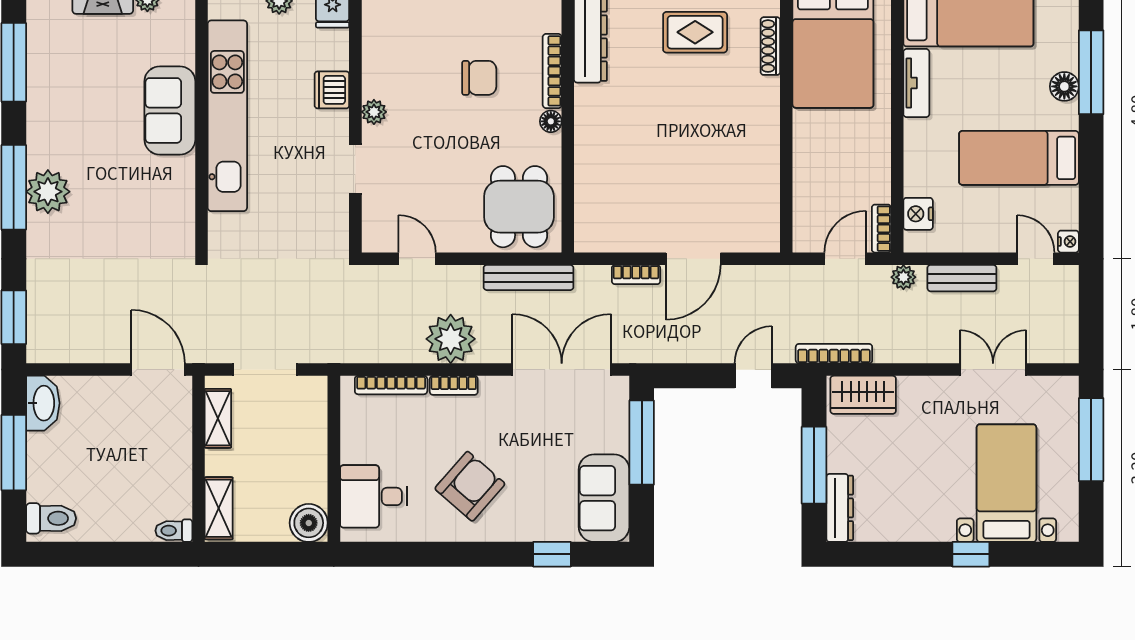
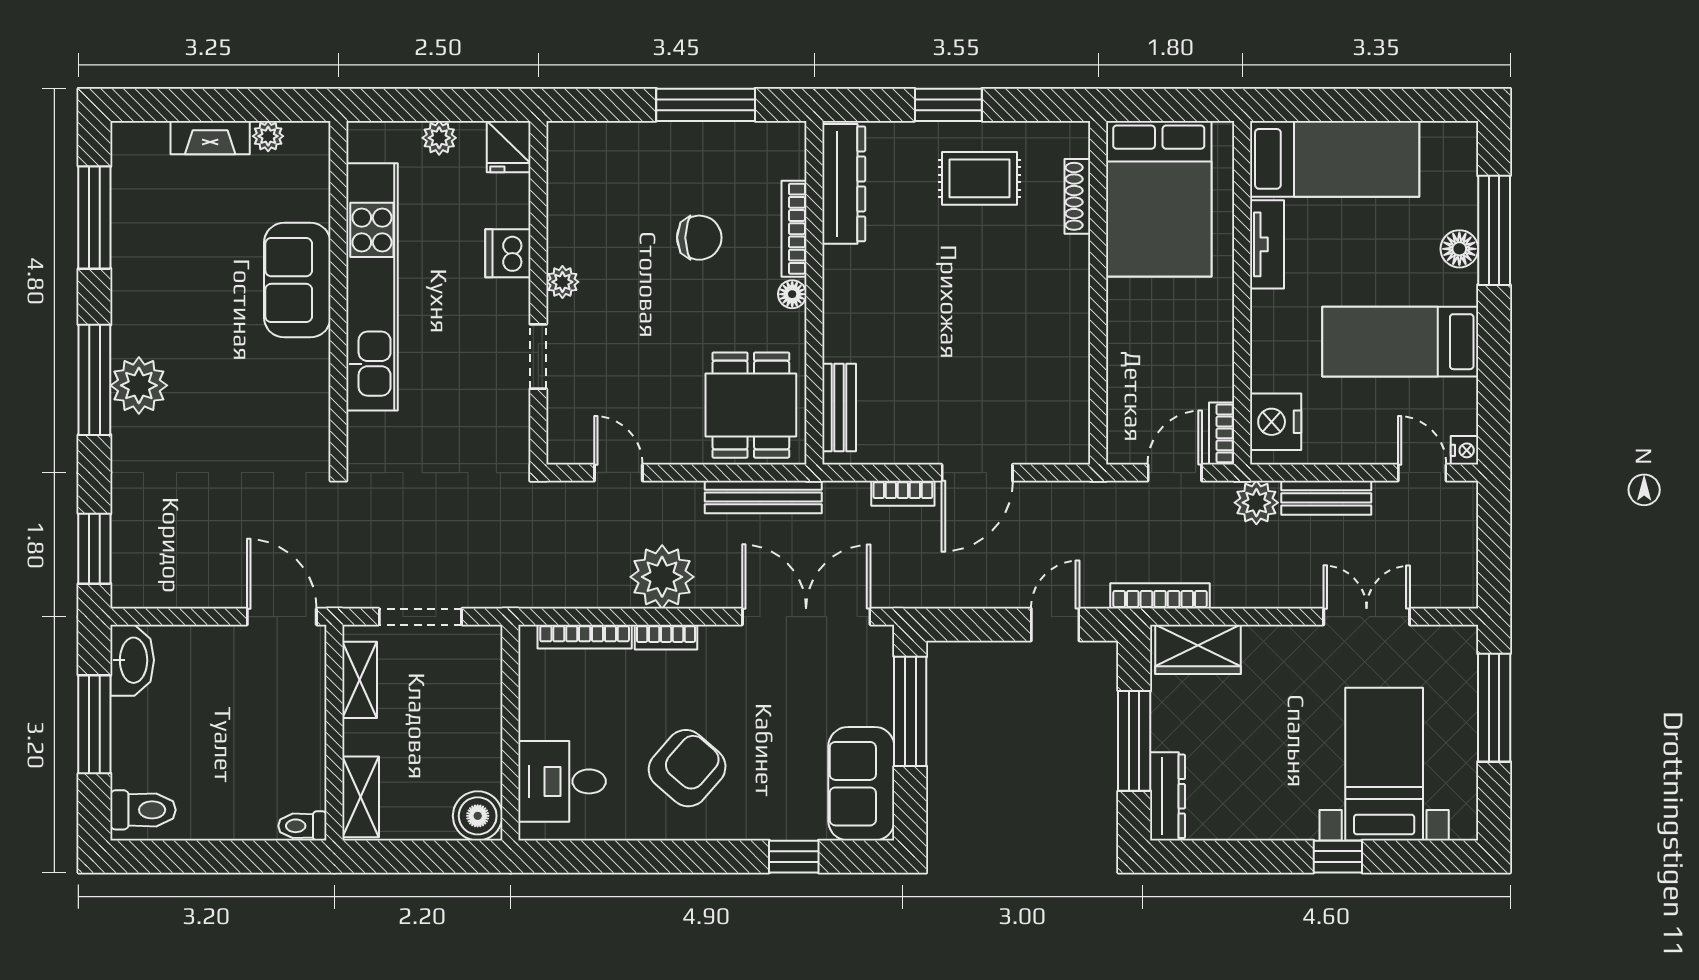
bench: (587, 209) -> (839, 408), added
nightstand: (918, 214) -> (1276, 422), width x1.36, depth x1.33
plant: (903, 277) -> (1256, 503), width x1.38, depth x1.38

